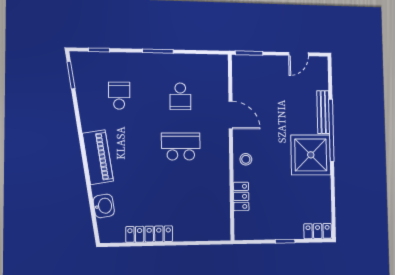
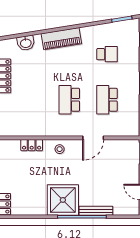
school desk: (180, 96) -> (107, 100), width x1.85
school desk: (181, 146) -> (69, 100), turned 180

